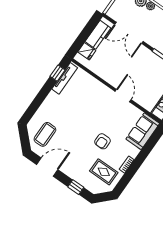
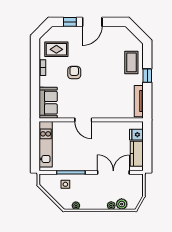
window: (58, 73) -> (147, 76), moved
coffee table: (45, 134) -> (131, 62), moved
door: (47, 167) -> (92, 22), moved

